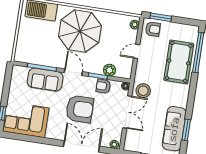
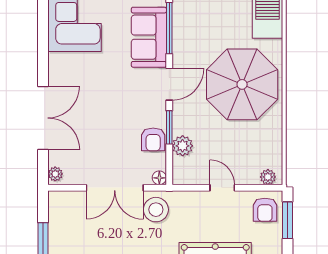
armchair: (103, 86) -> (153, 139), turned 180
armchair: (80, 109) -> (107, 105), removed

